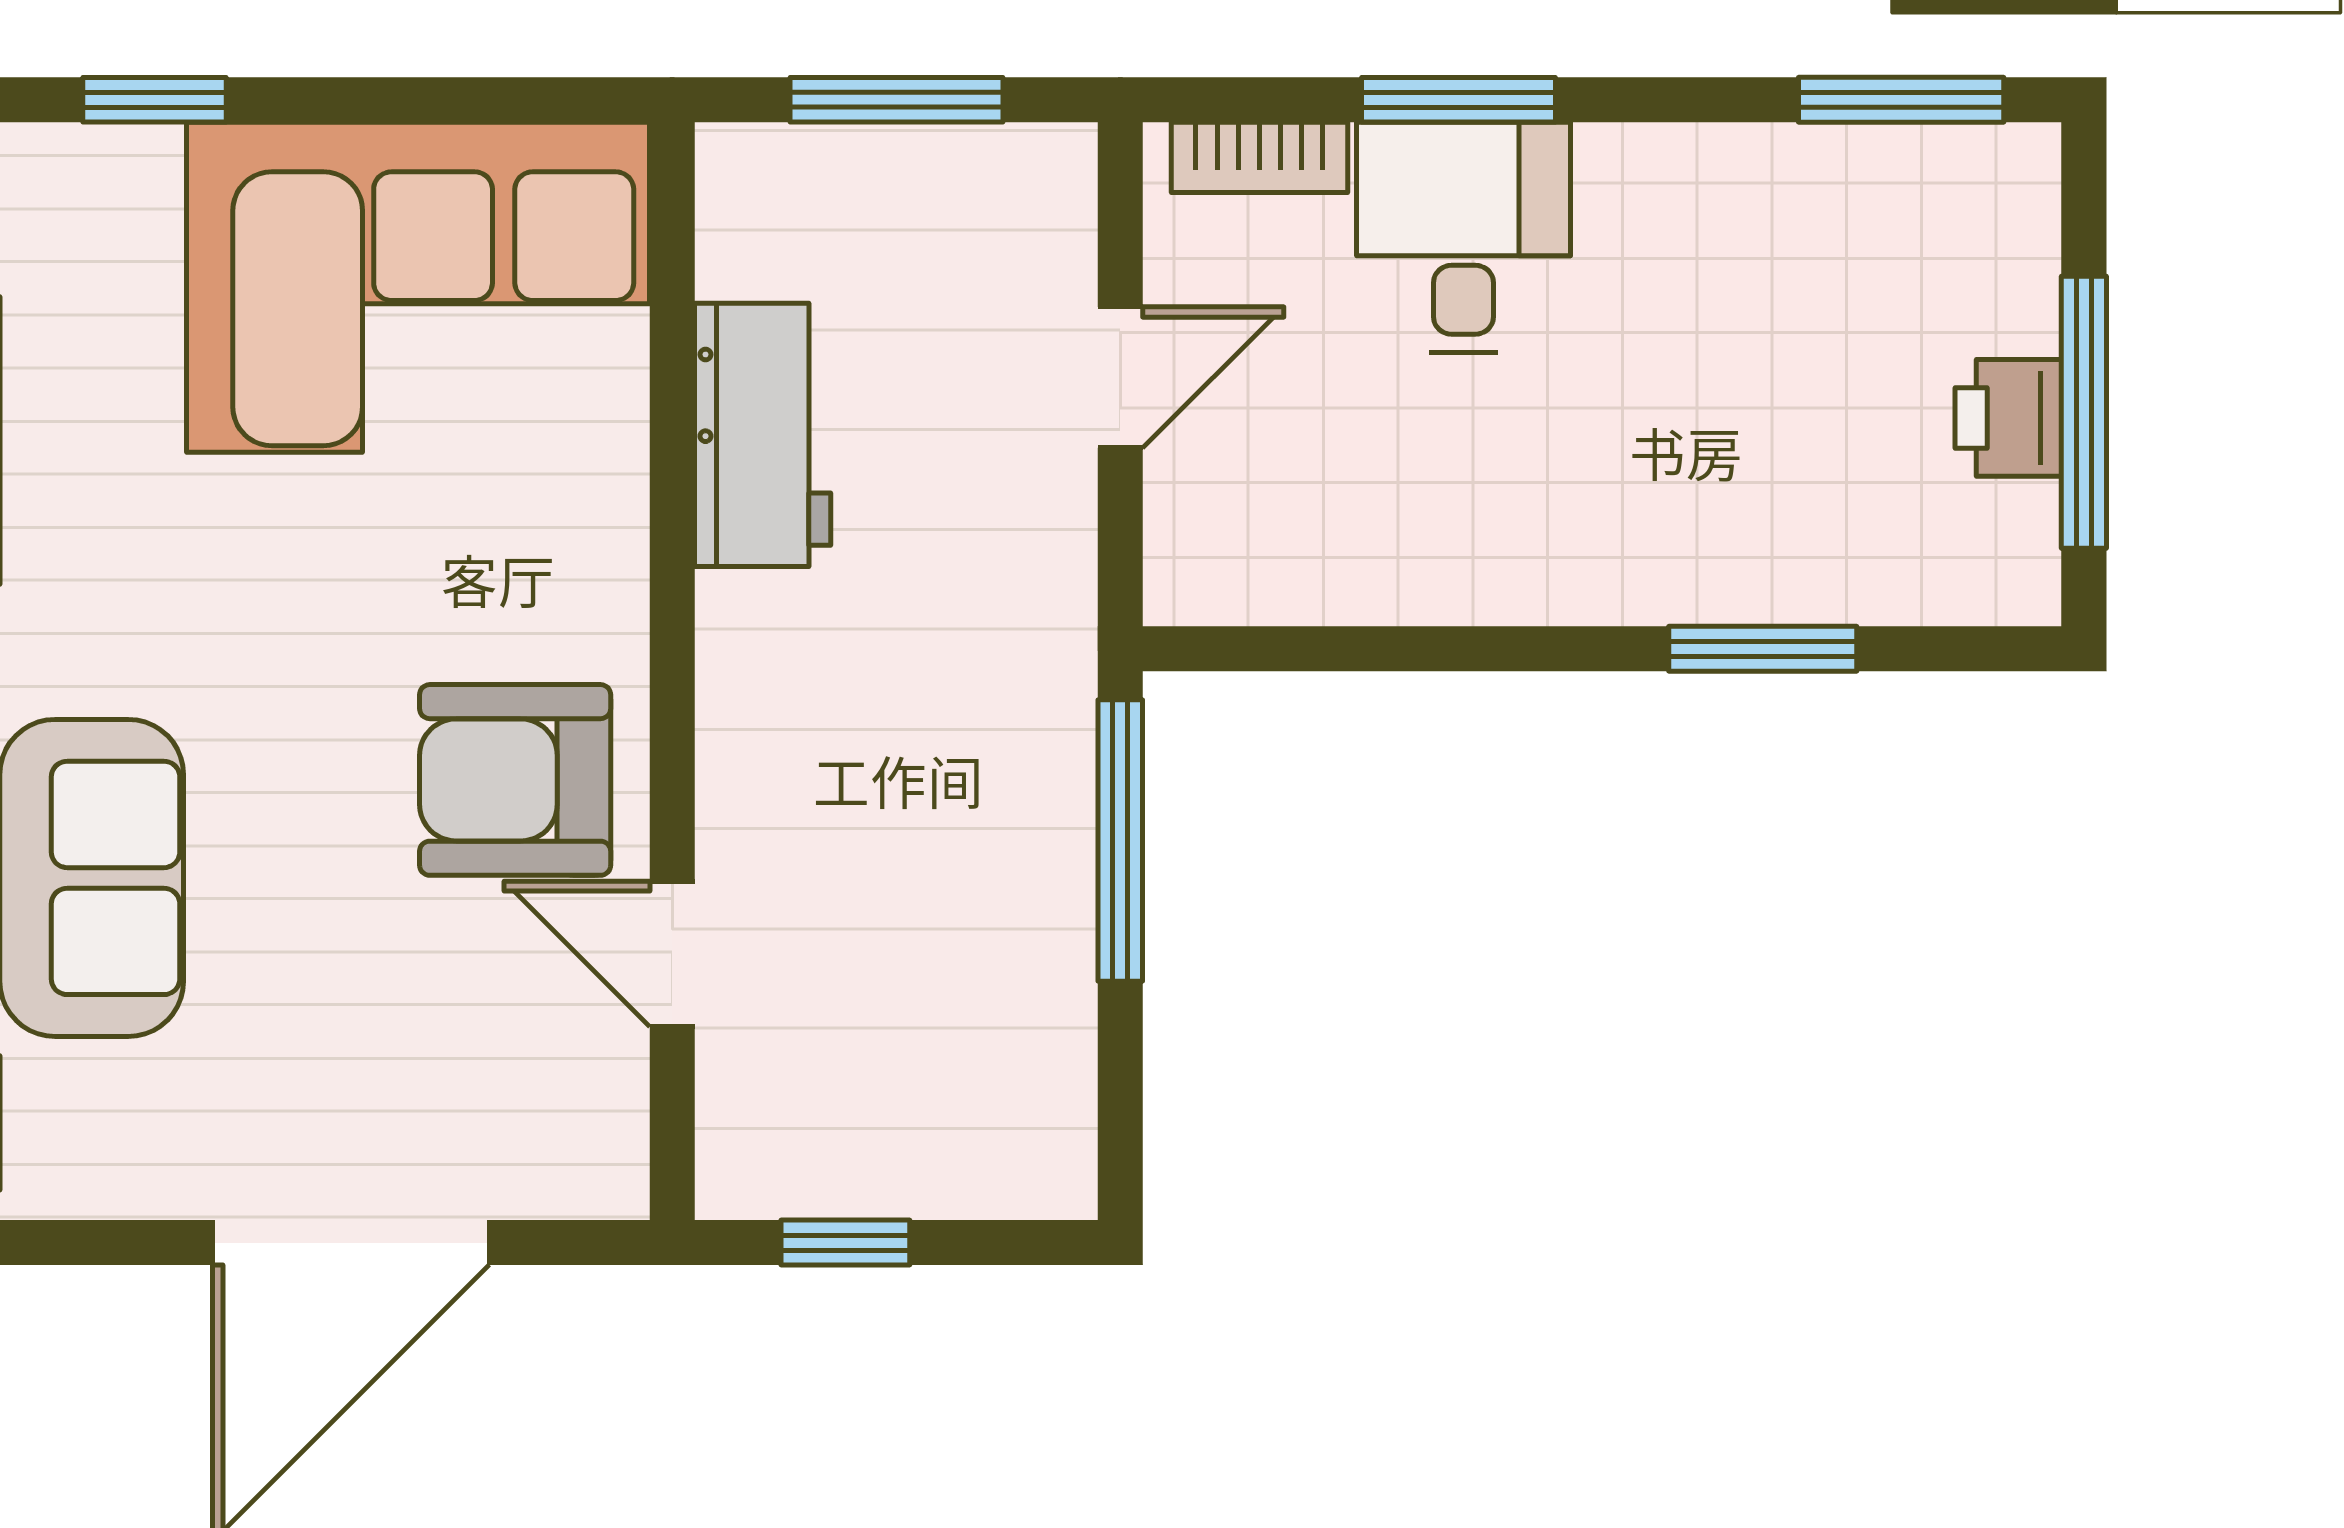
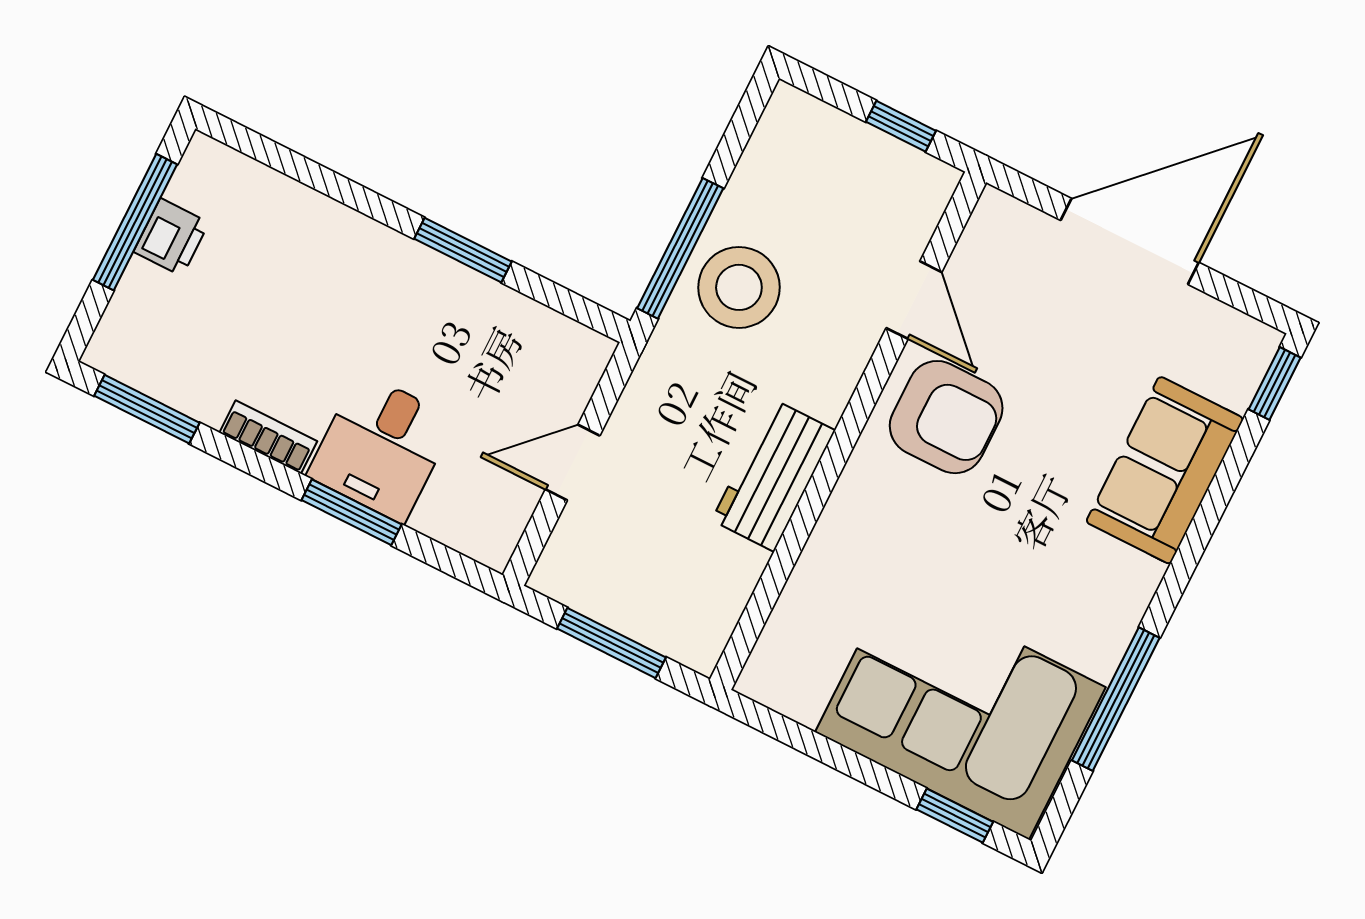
bookcase: (1259, 157) -> (268, 437), moved
corner sofa: (418, 287) -> (960, 710), moved
workbench: (763, 435) -> (773, 475), moved
window: (1763, 649) -> (463, 250), moved
stool: (985, 824) -> (739, 287), added

